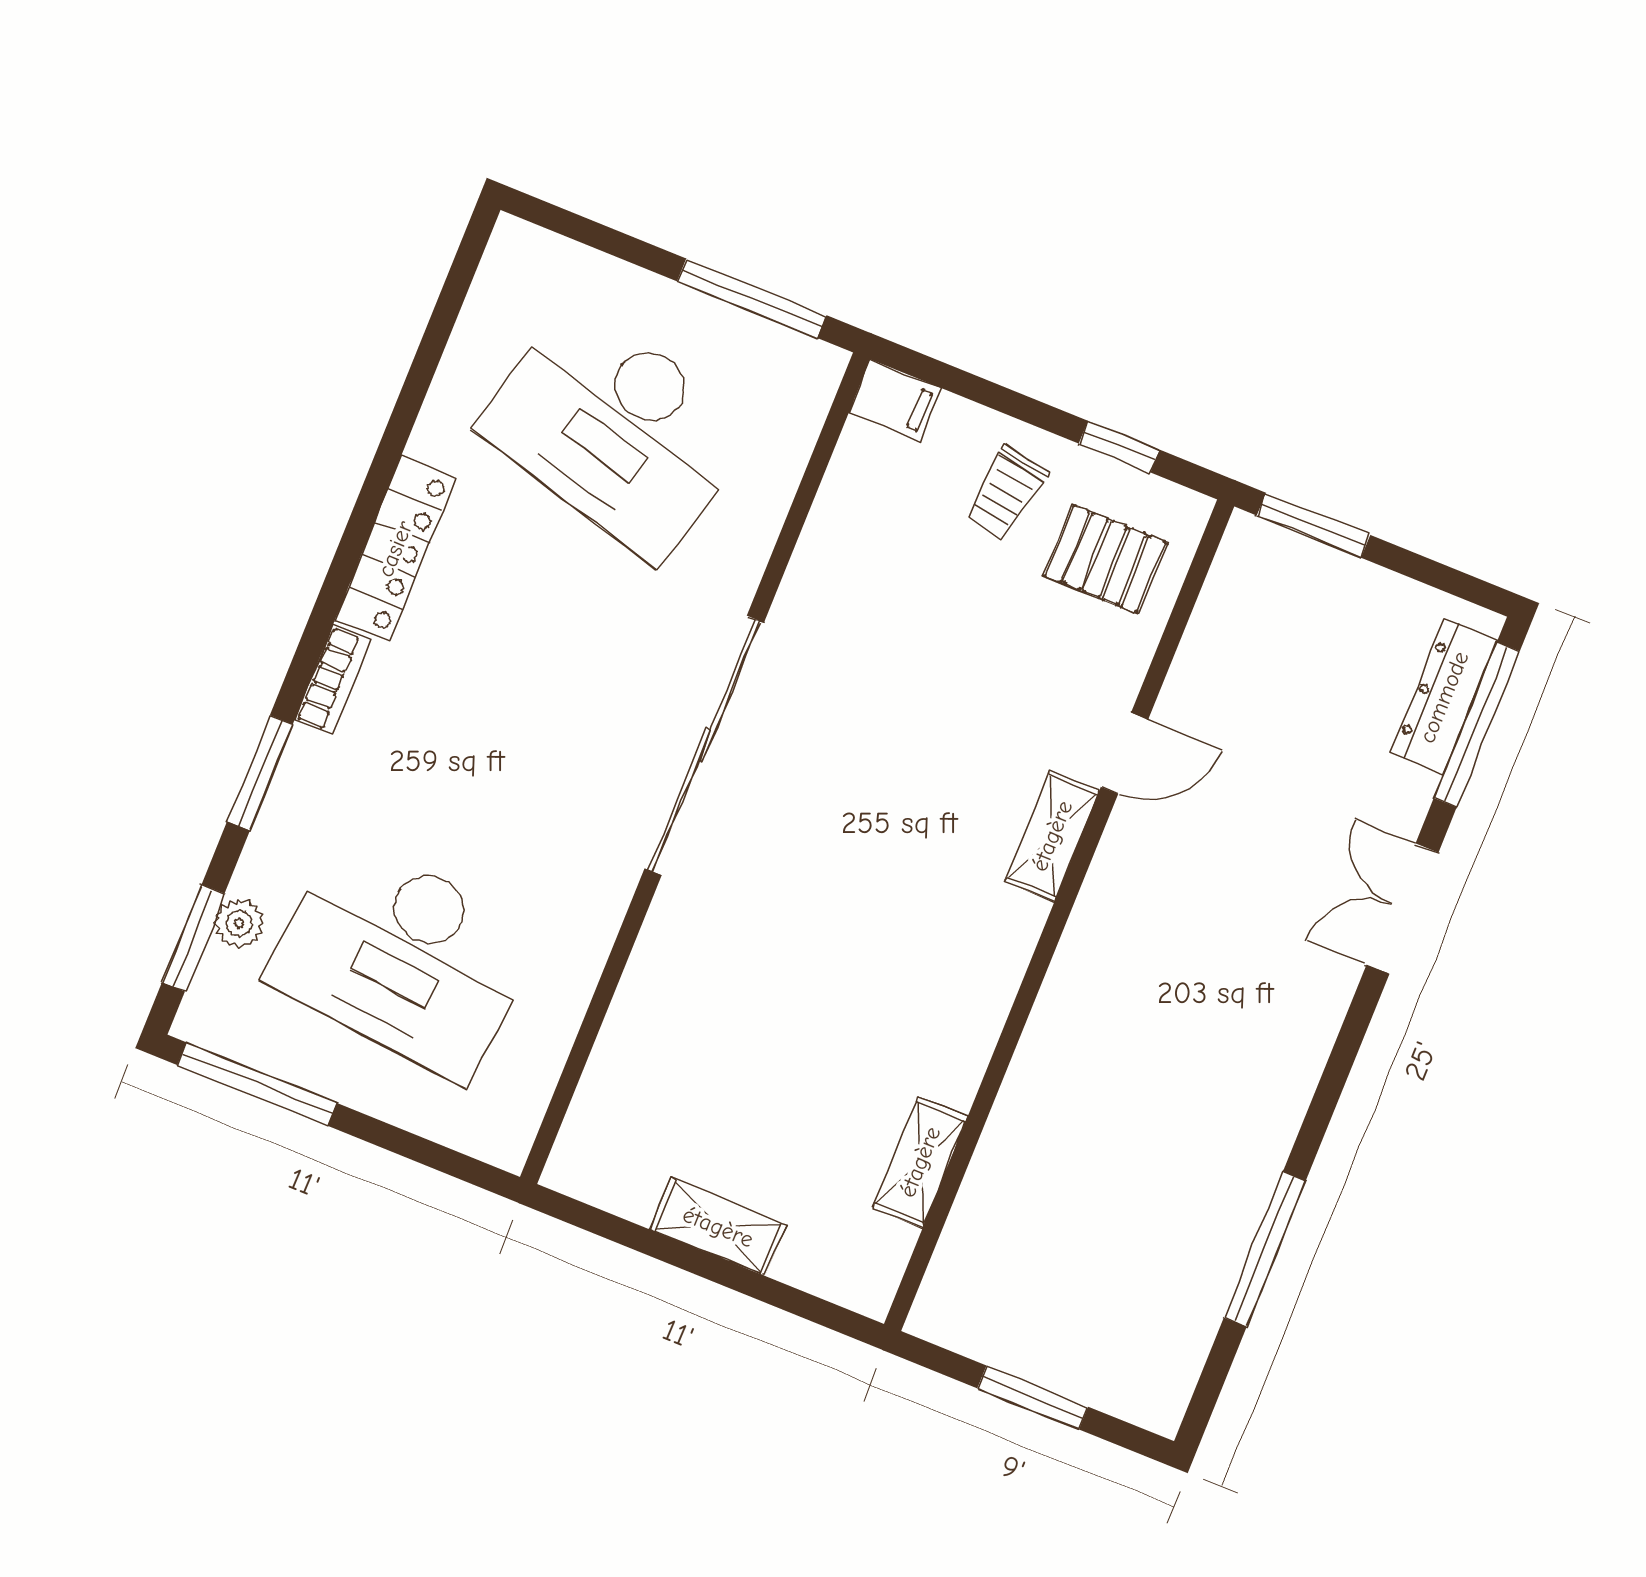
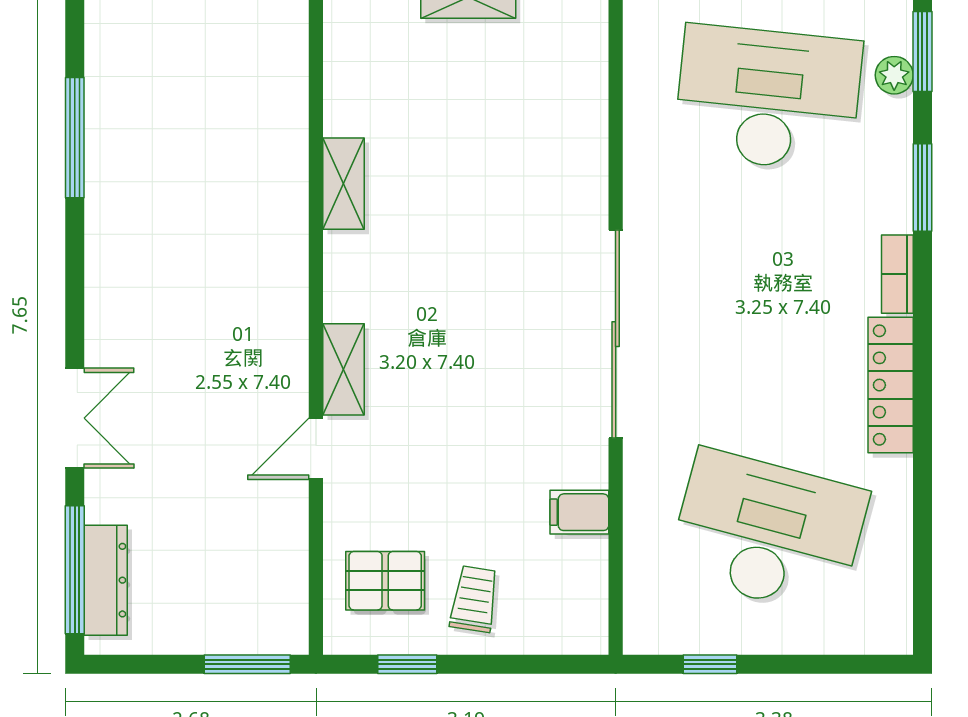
window: (752, 298) -> (710, 664), width x0.46
filing cabinet: (895, 400) -> (579, 512), moved
shelving: (920, 1162) -> (344, 184), moved

